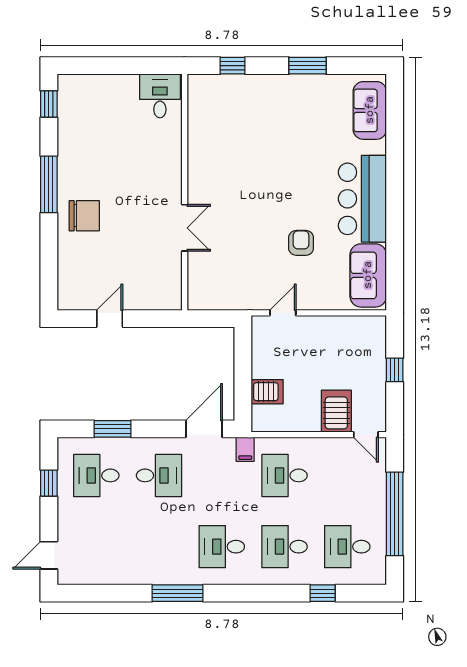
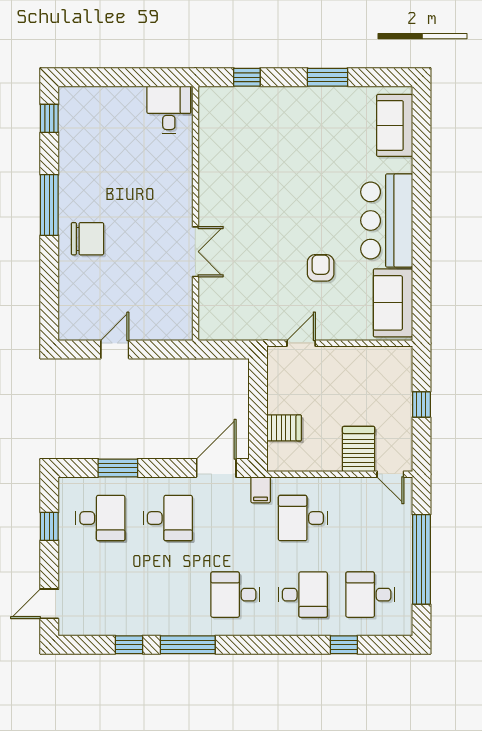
desk: (96, 475) -> (100, 518), turned 180
desk: (285, 547) -> (303, 595), turned 180
window: (123, 593) -> (129, 645), added

